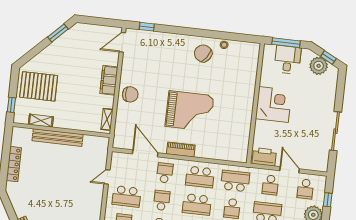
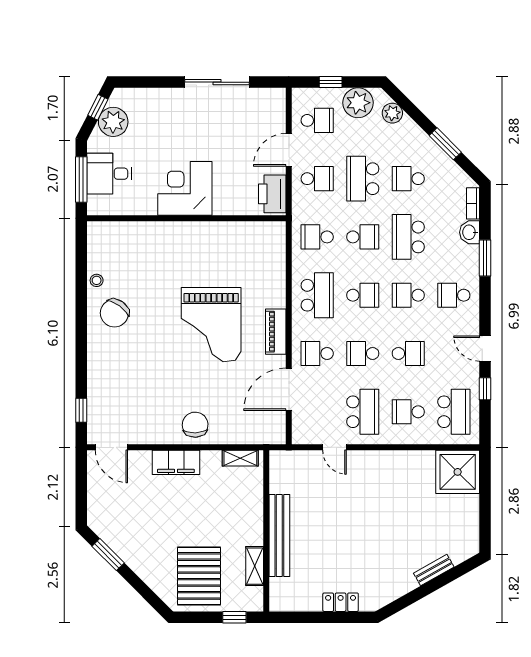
grand piano: (190, 111) -> (211, 325), turned 180
locker: (14, 164) -> (341, 602), width x0.66
school desk: (235, 181) -> (317, 237), width x0.54
school desk: (197, 204) -> (363, 295), width x0.54

